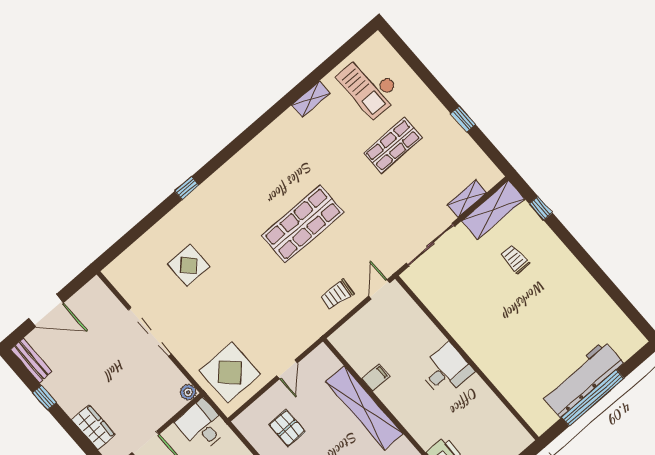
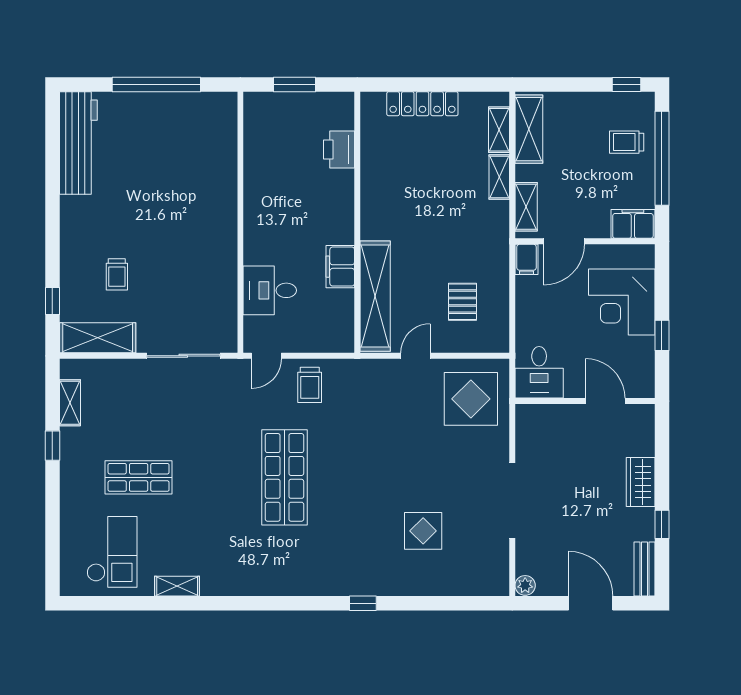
shelving: (467, 199) -> (70, 403), moved, turned 90
shop shelf: (303, 224) -> (284, 477), turned 90
trolley: (337, 295) -> (310, 385), turned 84
desk: (446, 370) -> (270, 290), moved
filing cabinet: (376, 377) -> (340, 267), width x2.00
workbench: (582, 379) -> (78, 143), moved, turned -90
plant: (188, 392) -> (525, 585), moved
shelving: (364, 408) -> (375, 296), moved
wardrobe: (93, 427) -> (641, 482), moved

